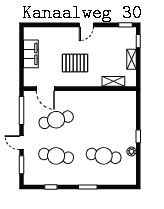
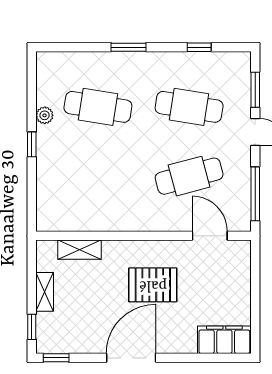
door: (86, 25) -> (131, 358), width x1.87
filing cabinet: (31, 54) -> (224, 340), moved, turned 90

